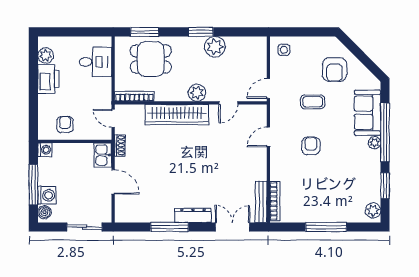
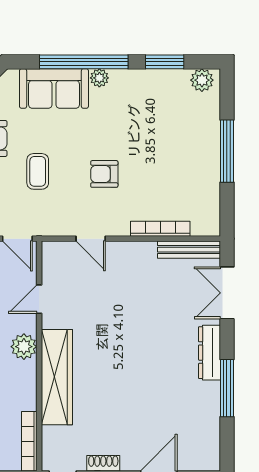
door: (228, 103) -> (39, 299), swing flipped
bookcase: (275, 201) -> (160, 229), moved

